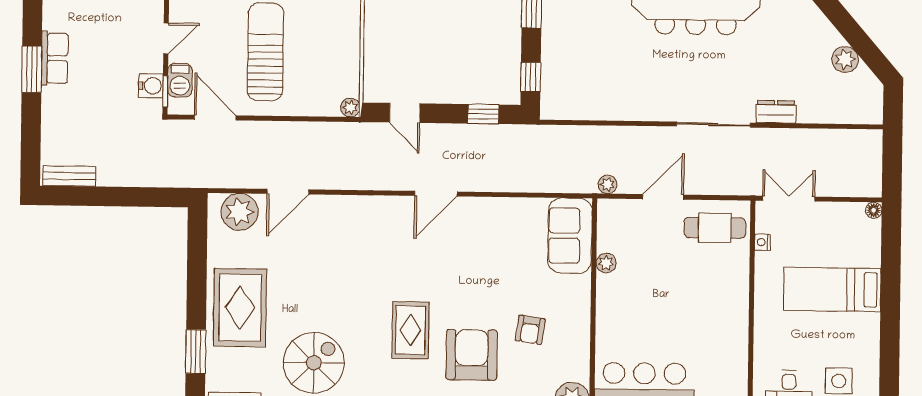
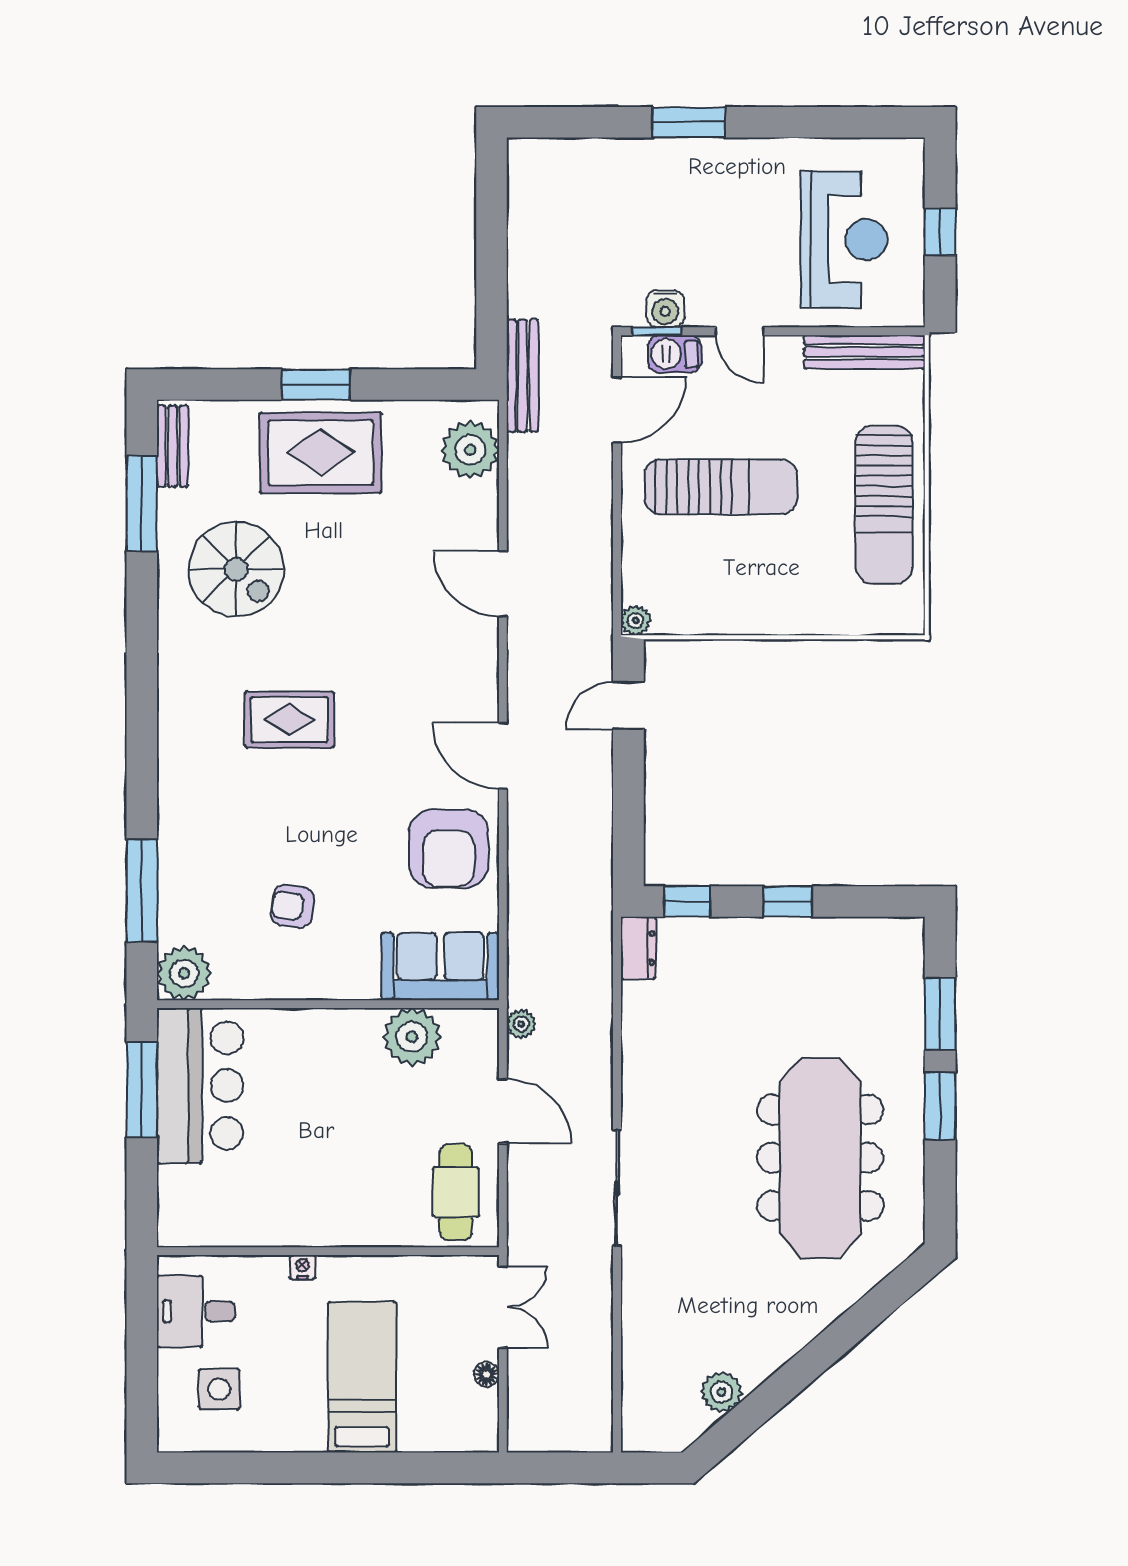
row of seats: (55, 58) -> (706, 158), removed
dresser: (776, 112) -> (638, 948), moved
window: (483, 114) -> (628, 828), removed
bench: (69, 176) -> (522, 376), moved, width x1.36
door: (288, 192) -> (503, 584), moved
floor lamp: (874, 210) -> (487, 1374), moved
nightstand: (762, 242) -> (303, 1267), moved
plant: (606, 263) -> (412, 1037), width x1.87, depth x1.87
window: (196, 352) -> (316, 384), moved
armchair: (472, 355) -> (449, 849), moved, turned 90

